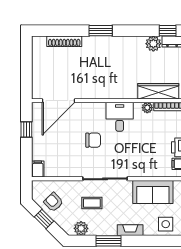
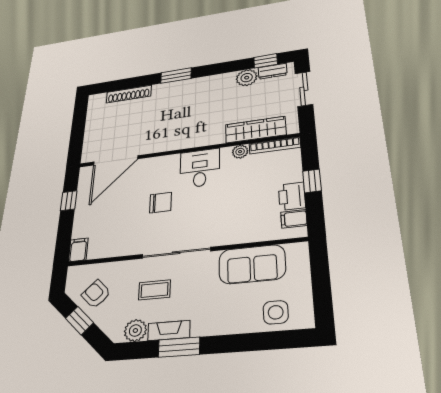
fireplace: (130, 230) -> (169, 330), moved

